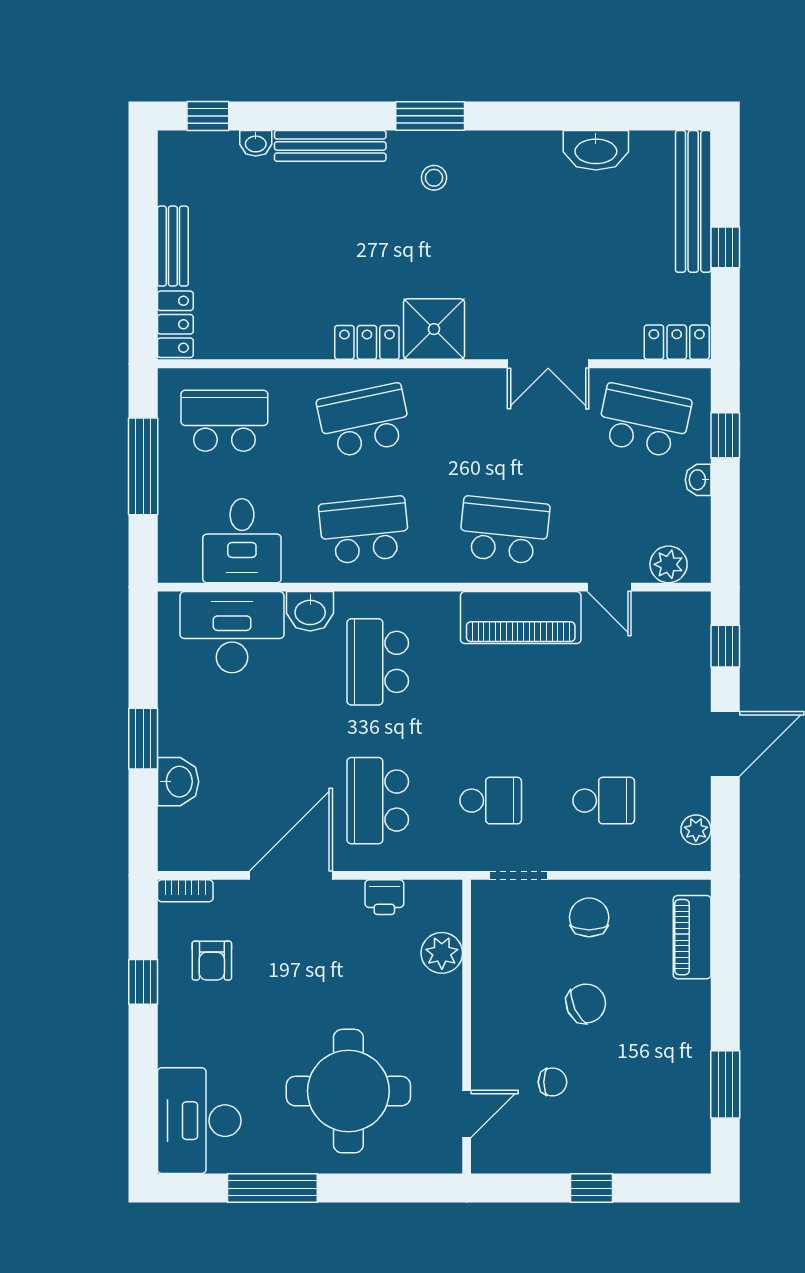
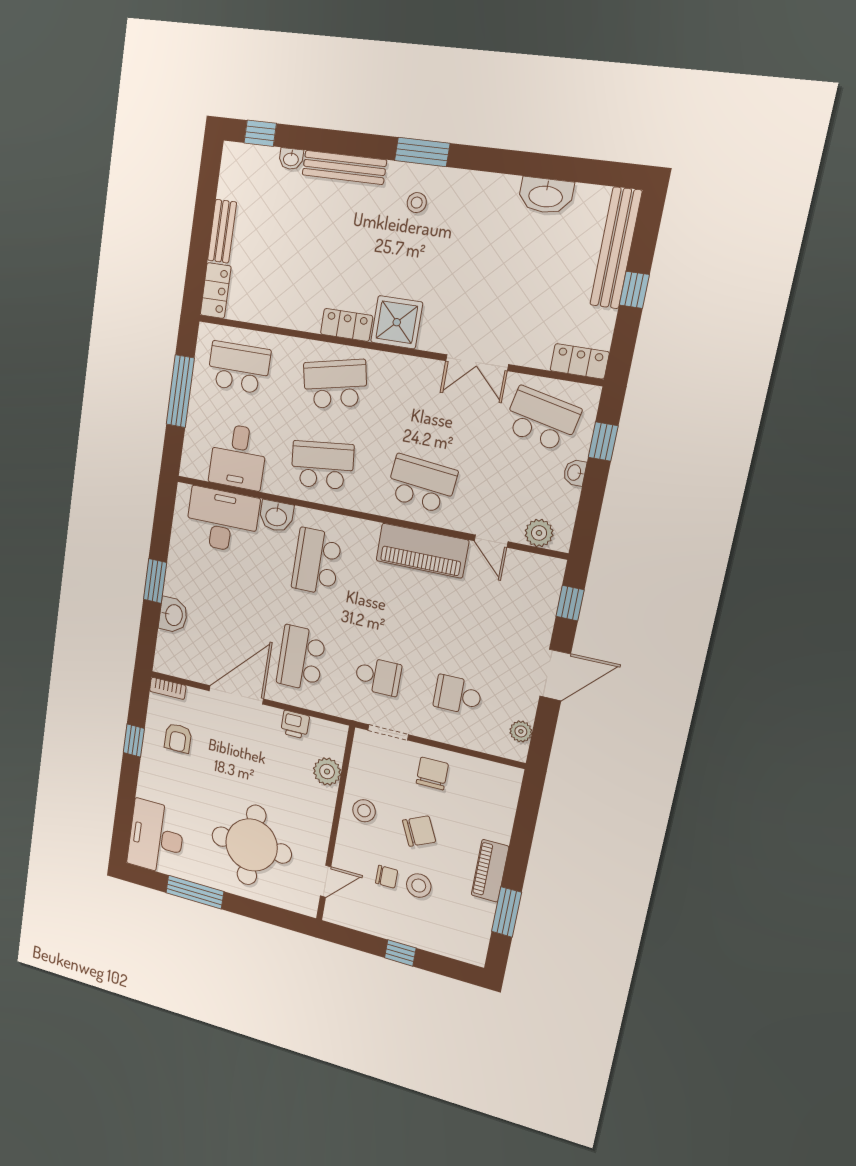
school desk: (604, 801) -> (458, 695), turned 180
piano: (692, 937) -> (490, 871), moved
stool: (504, 995) -> (364, 811), added
stool: (600, 1082) -> (419, 886), added

